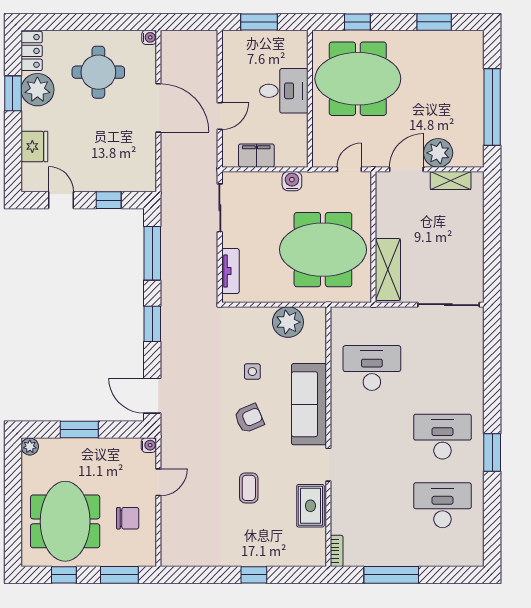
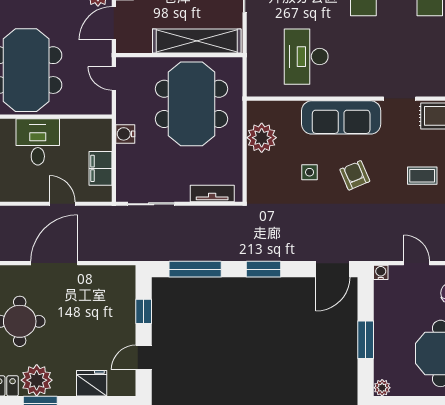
door: (406, 169) -> (114, 23), hinge flipped
shelving: (388, 270) -> (197, 41), width x1.47

